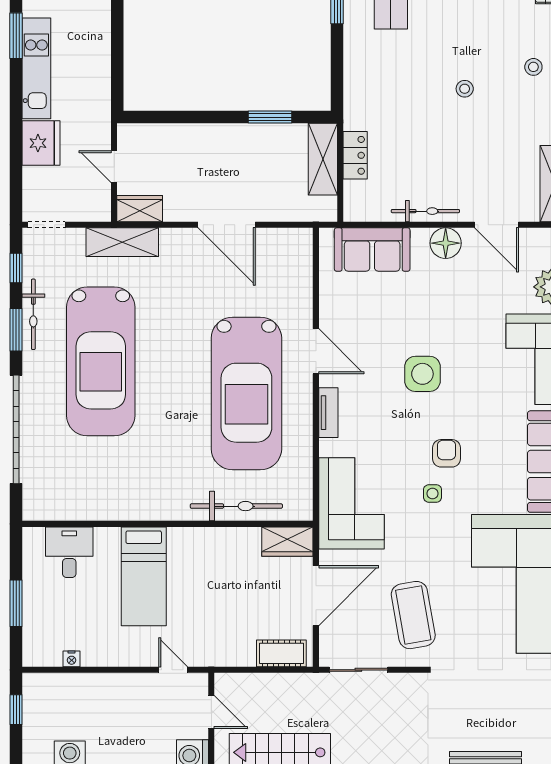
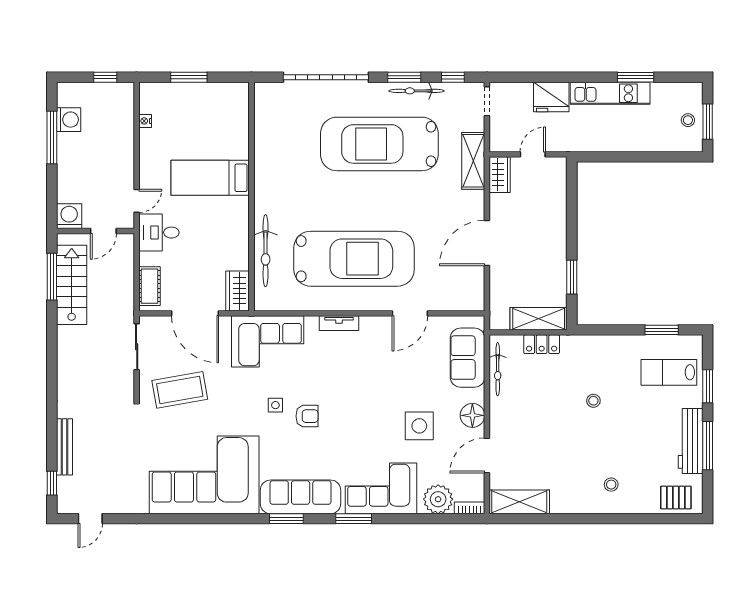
stool: (465, 89) -> (593, 401), moved
bicycle: (425, 211) -> (498, 369), moved
door: (316, 351) -> (410, 313), moved
side table: (422, 374) -> (419, 426), moved
car: (246, 394) -> (354, 259), turned 180
desk: (69, 552) -> (159, 233), moved, turned 180

